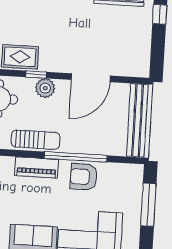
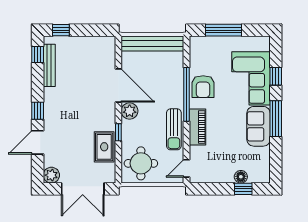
plant: (45, 88) -> (130, 111), moved
sun lounger: (36, 140) -> (174, 129), turned 180

